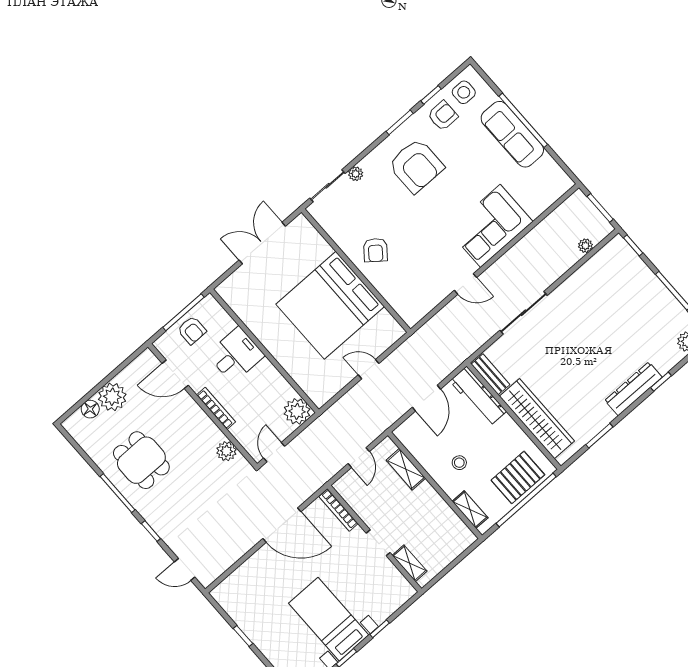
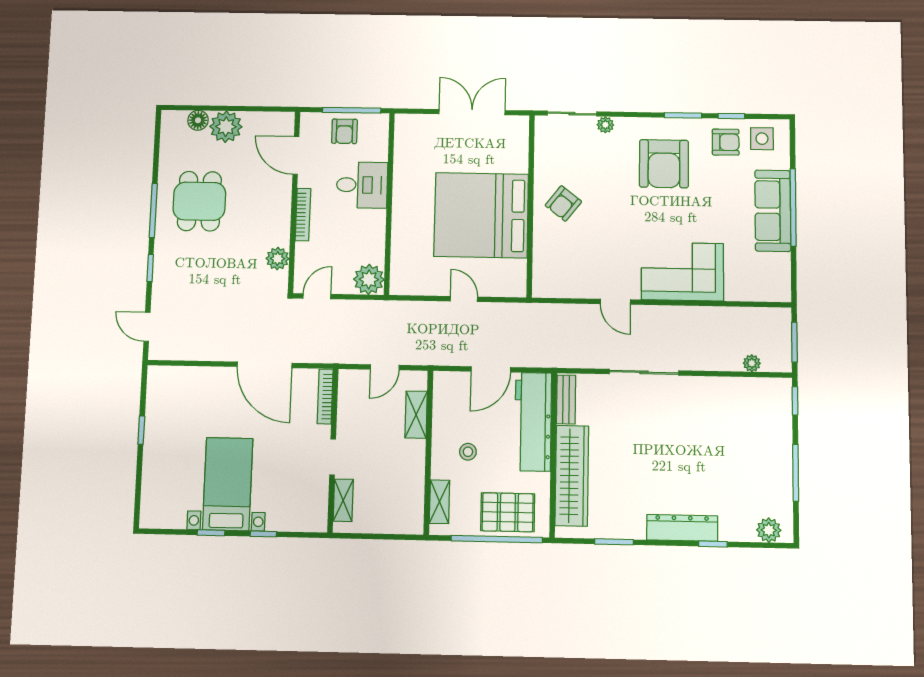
workbench: (478, 396) -> (533, 422), width x1.36, depth x1.32

